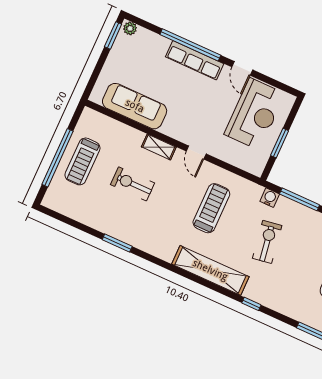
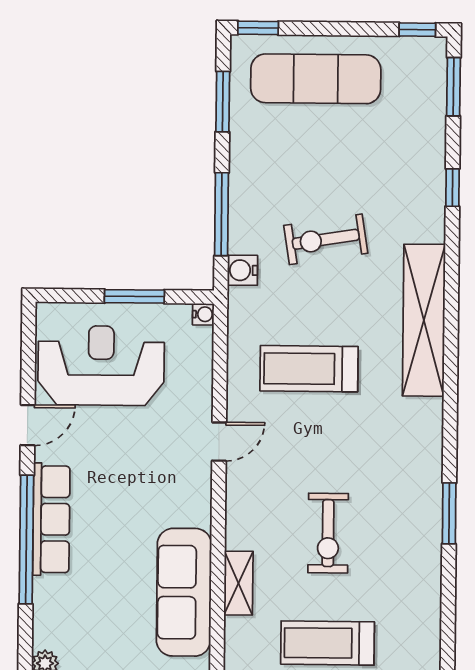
shelving: (159, 147) -> (238, 583), moved
treadmill: (82, 161) -> (327, 643), turned 180
water cooler: (258, 171) -> (203, 314), added
window: (251, 304) -> (452, 188), moved

